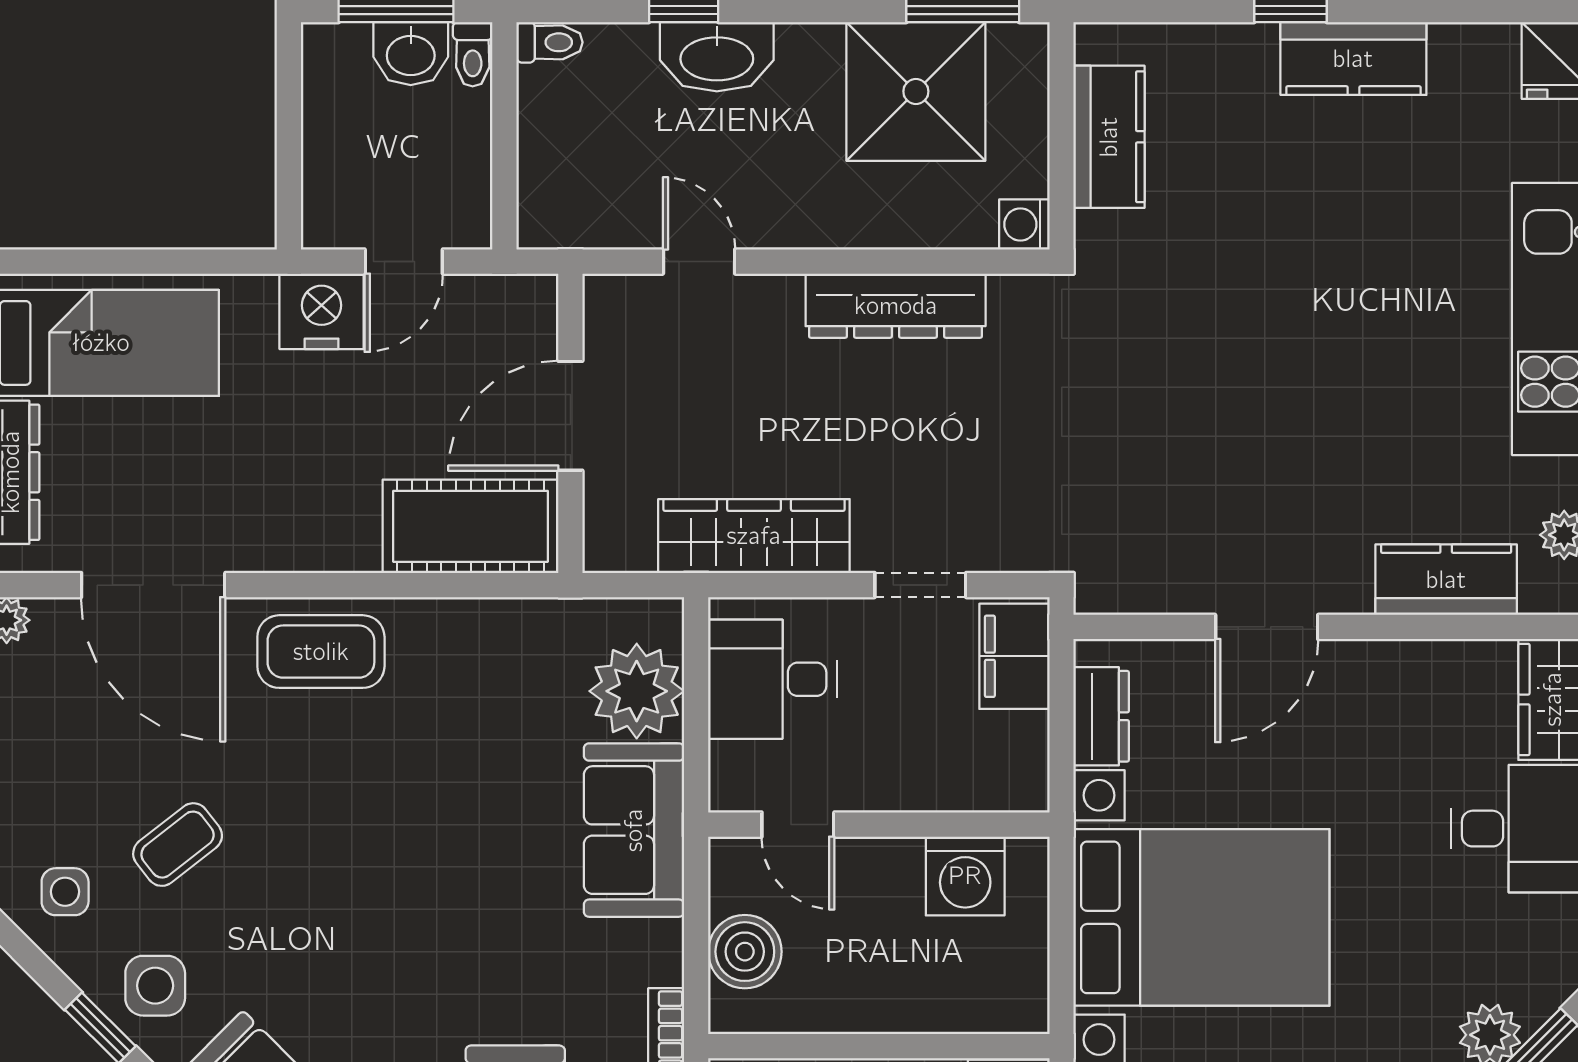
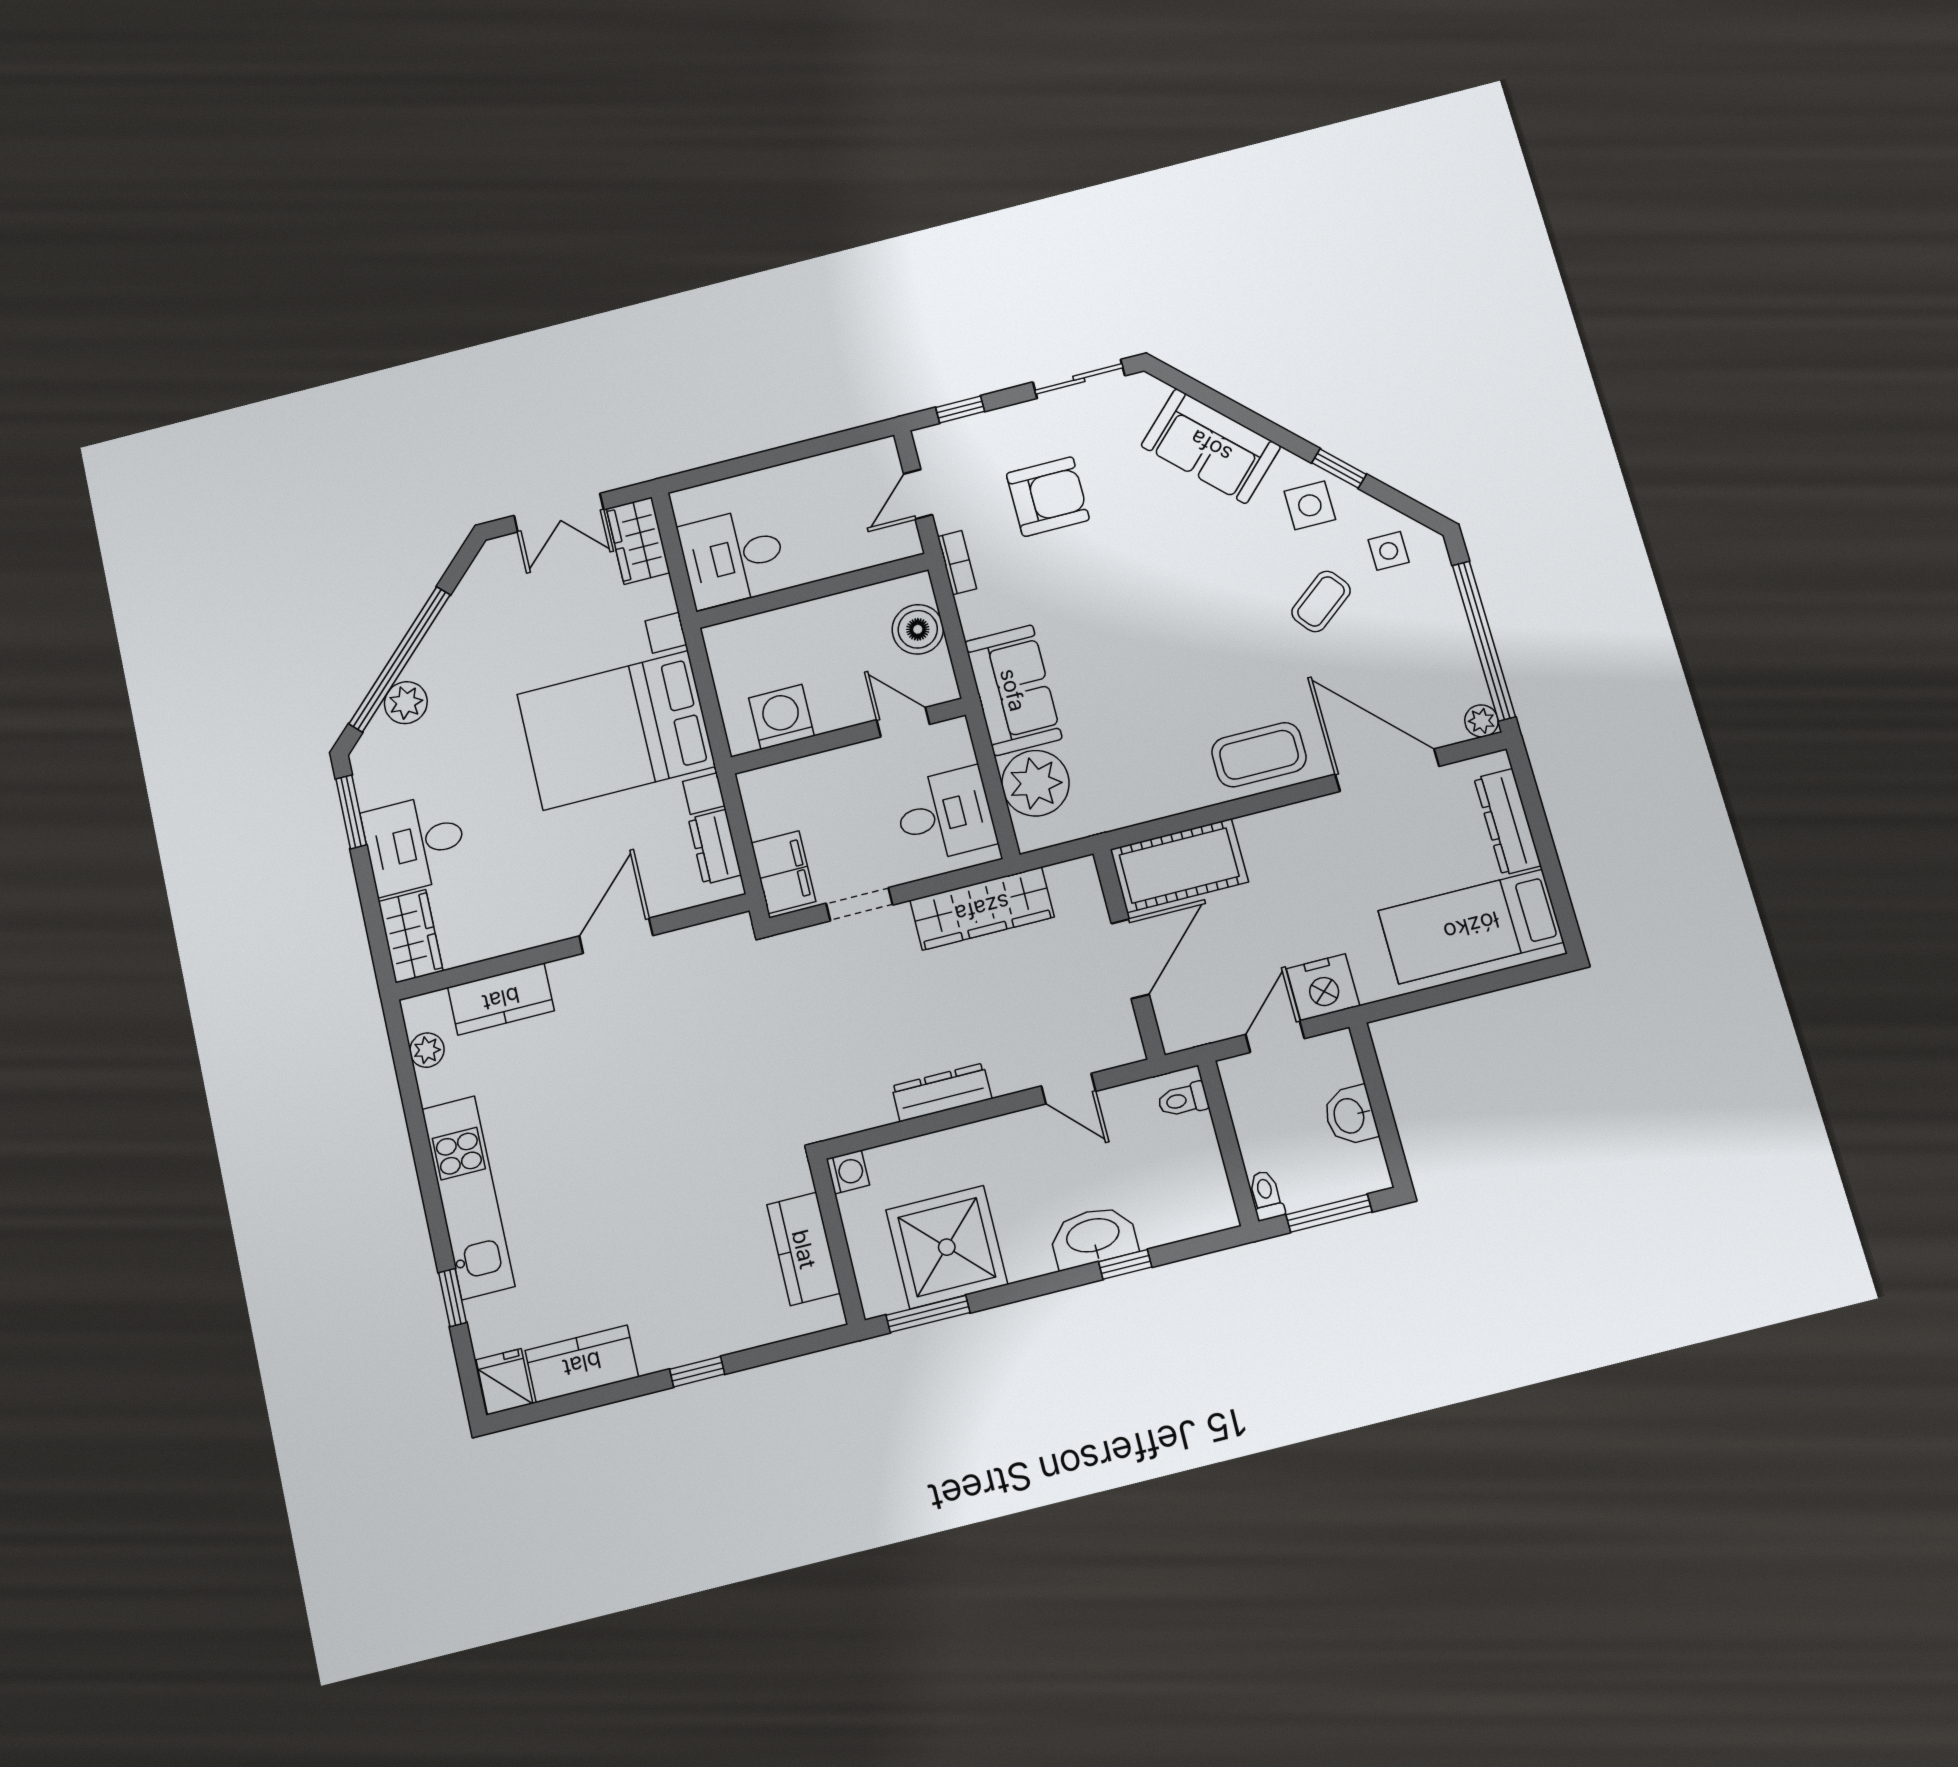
toilet: (550, 42) -> (1183, 1100), moved
washbasin: (411, 54) -> (1350, 1115), moved, turned -90
kitchen counter: (1353, 59) -> (582, 1364), moved
dresser: (896, 306) -> (942, 1092), width x0.73, depth x0.80

